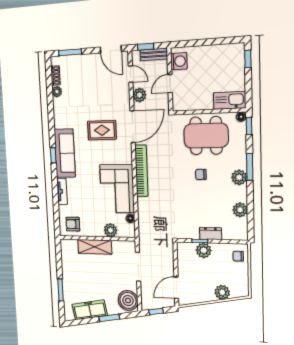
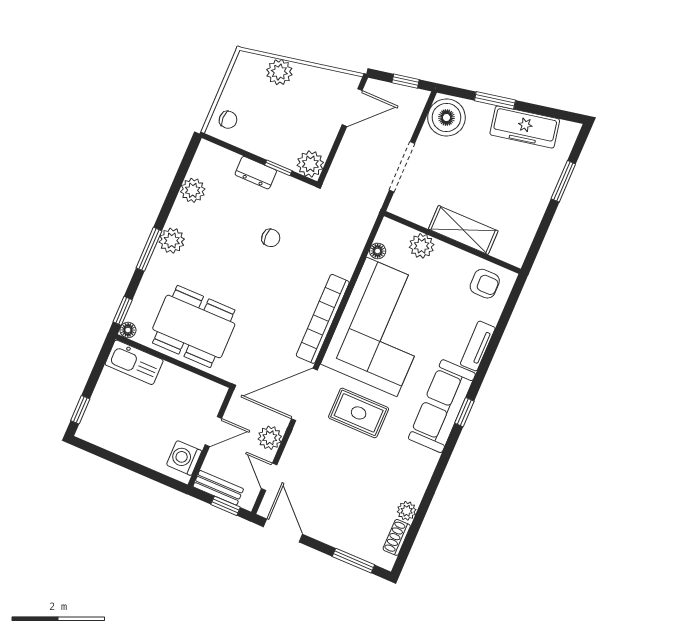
chair: (201, 174) -> (271, 238), moved
corner sofa: (117, 189) -> (382, 327), width x1.36, depth x1.36
plant: (204, 250) -> (310, 164), moved

